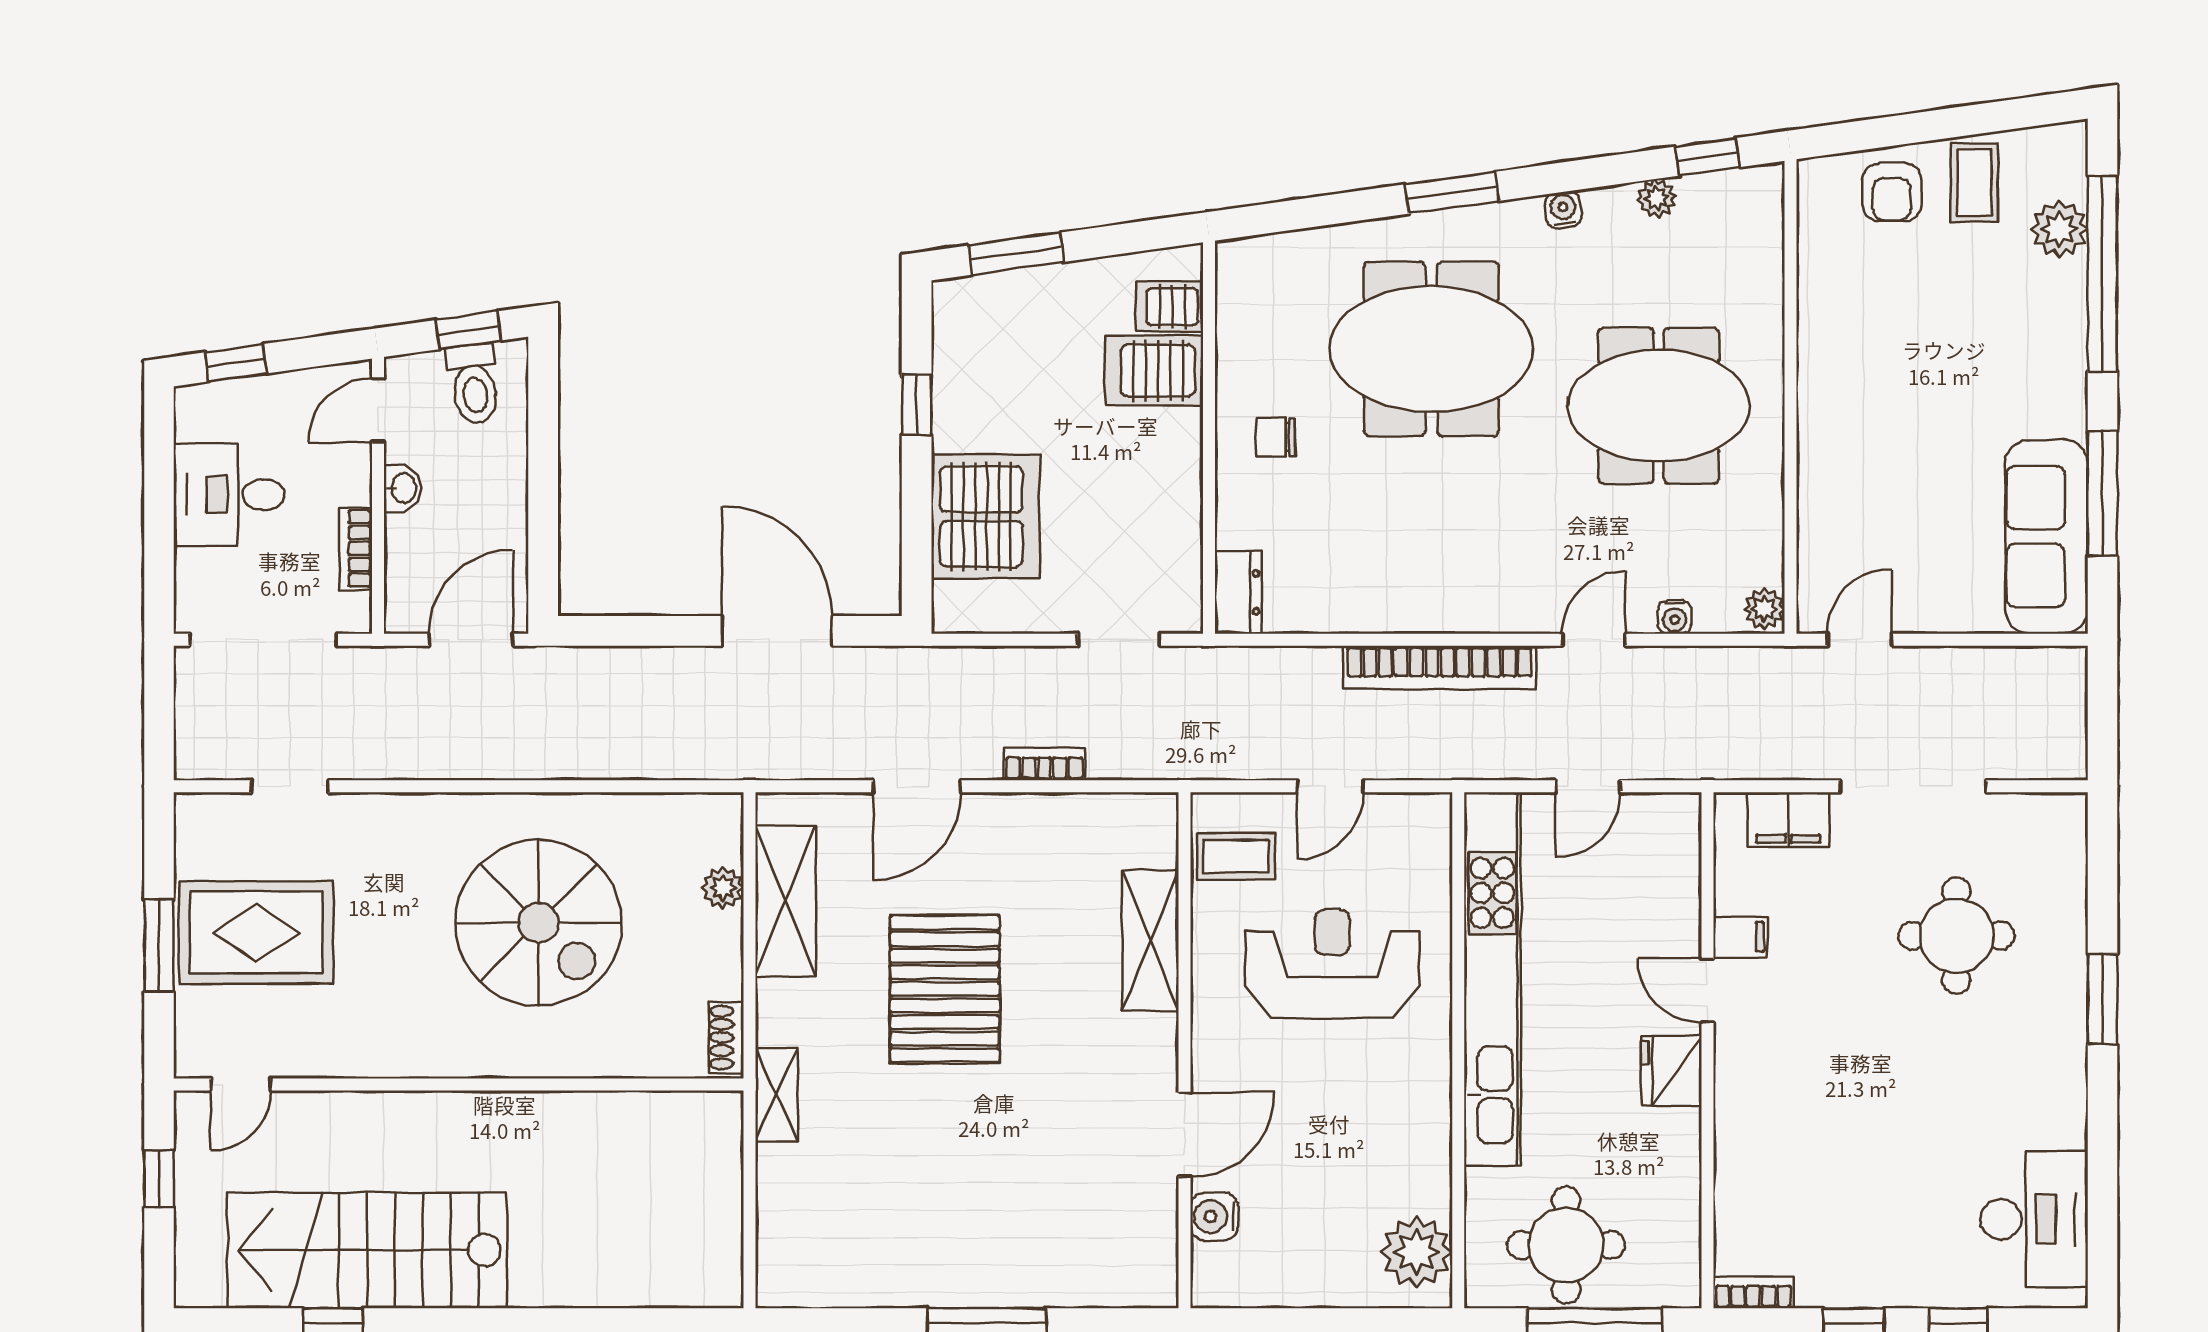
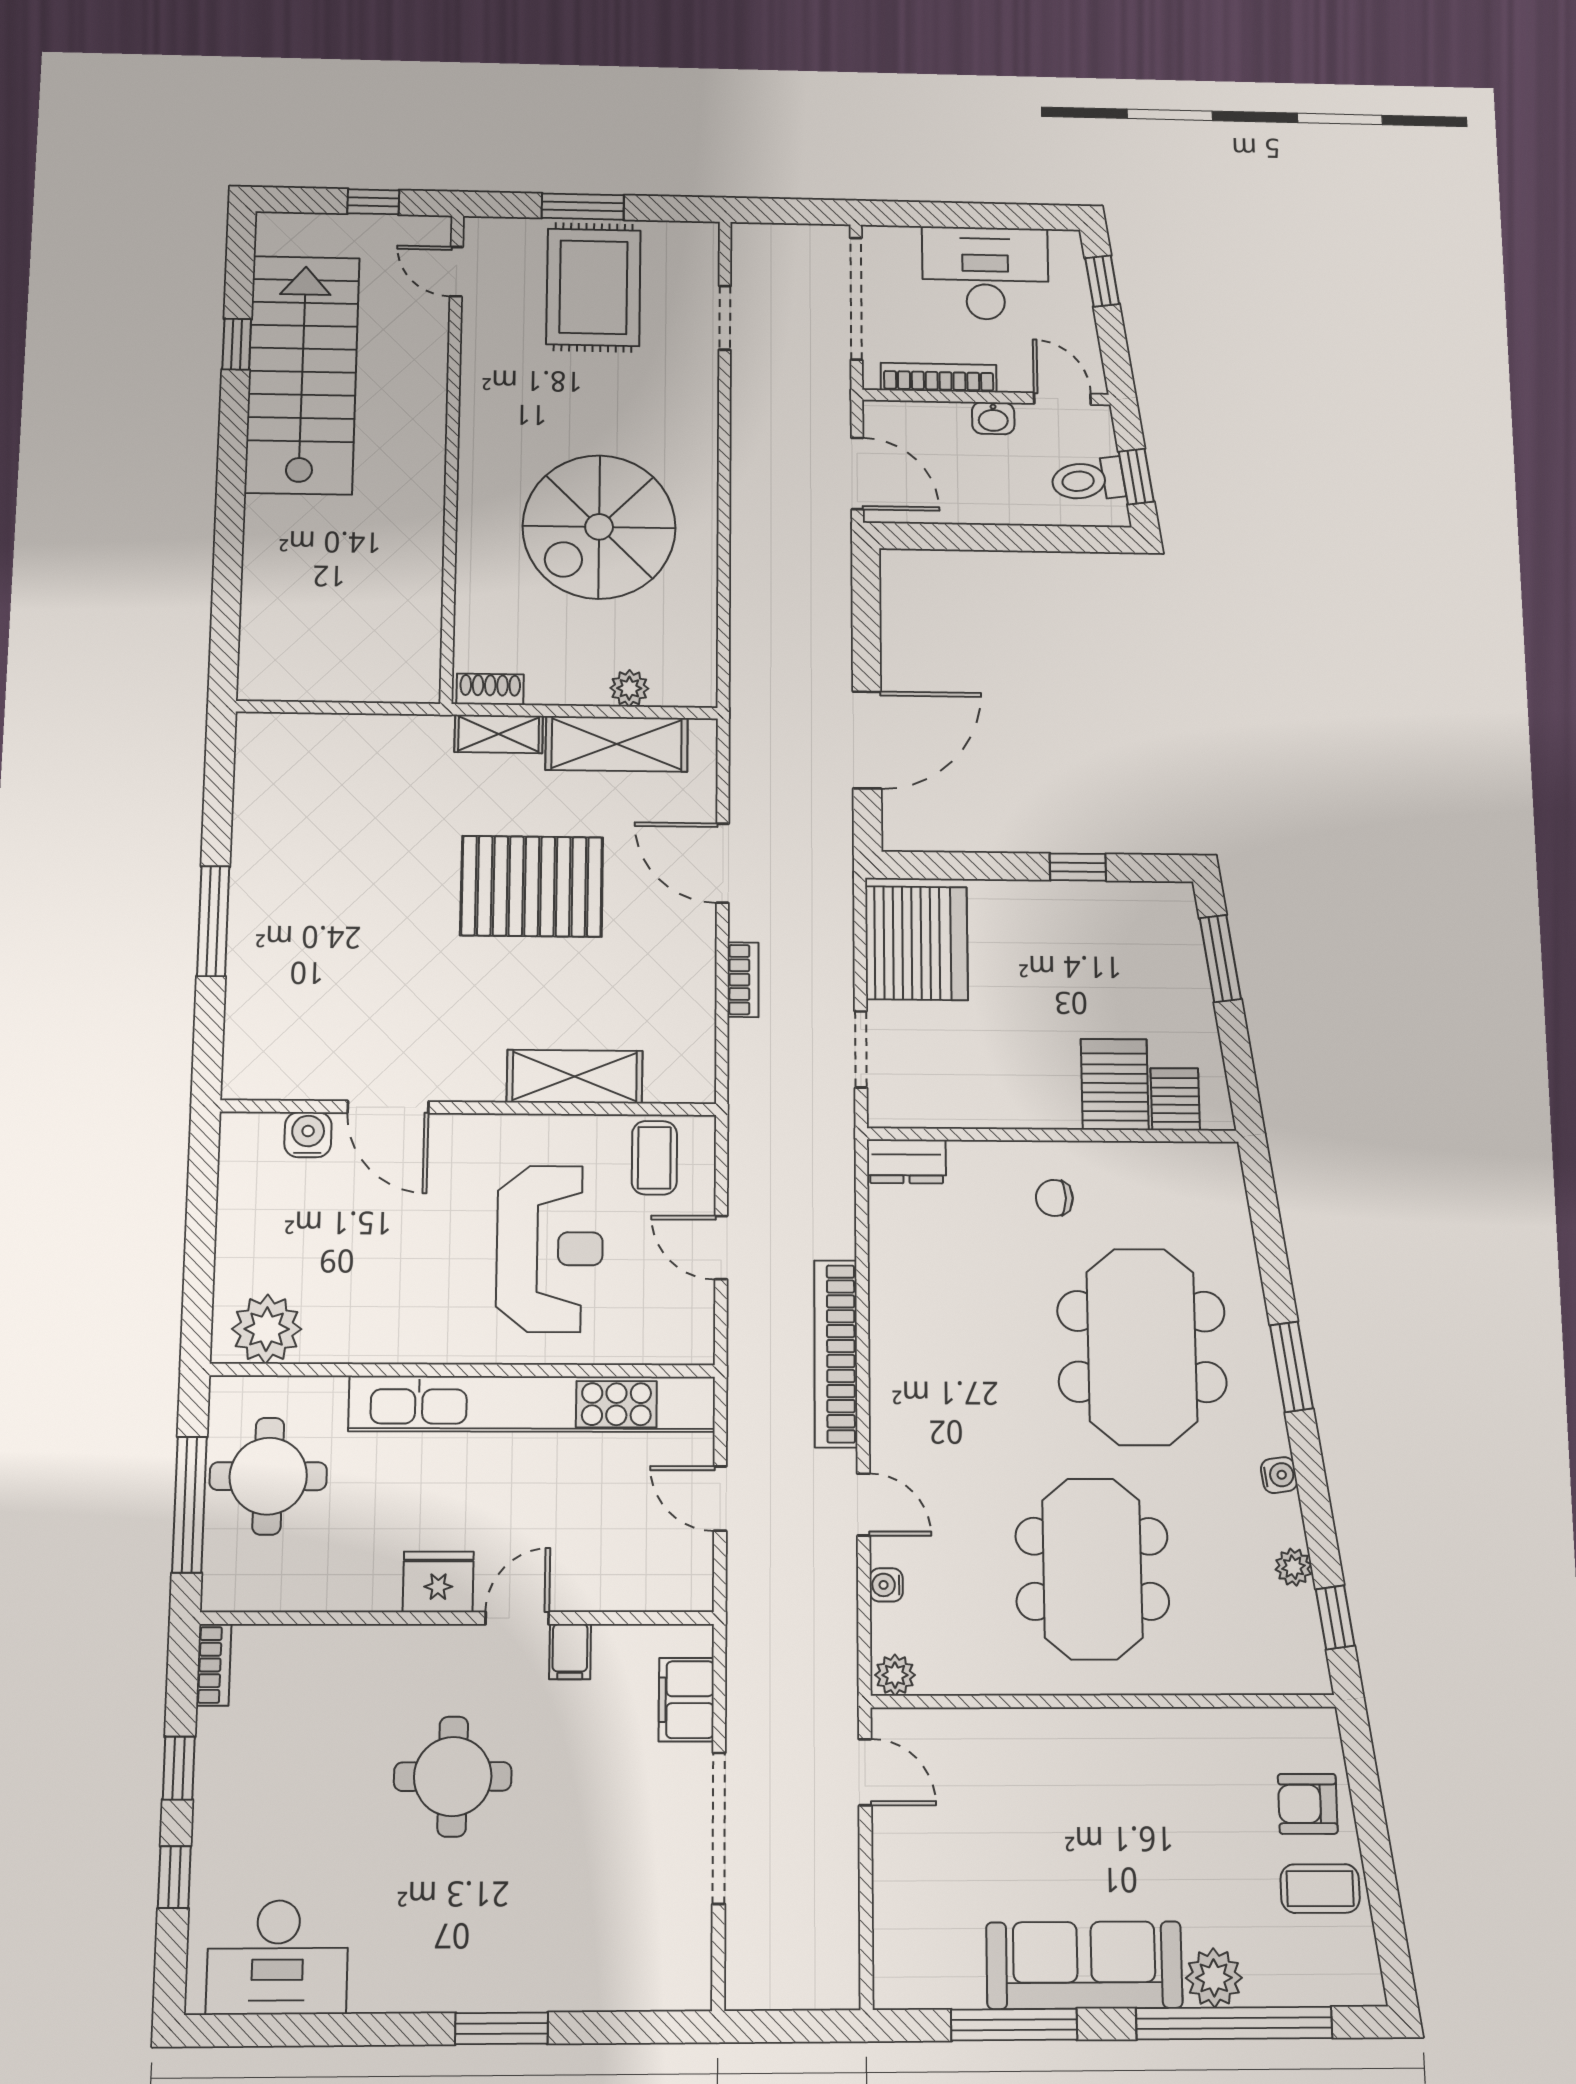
plant: (2059, 229) -> (1214, 1978), moved
chair: (1276, 437) -> (1054, 1198), turned -90
desk: (229, 495) -> (985, 273), width x1.37
server rack: (986, 517) -> (916, 943), moved, turned -90
sofa: (2046, 537) -> (1084, 1965), moved
bookcase: (356, 548) -> (939, 377), width x1.56
round table: (1956, 936) -> (453, 1777), moved
shelving: (776, 1095) -> (499, 734), moved

